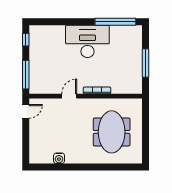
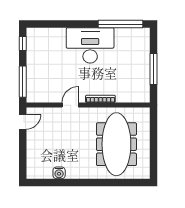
meeting table: (112, 132) -> (116, 144), width x1.36

